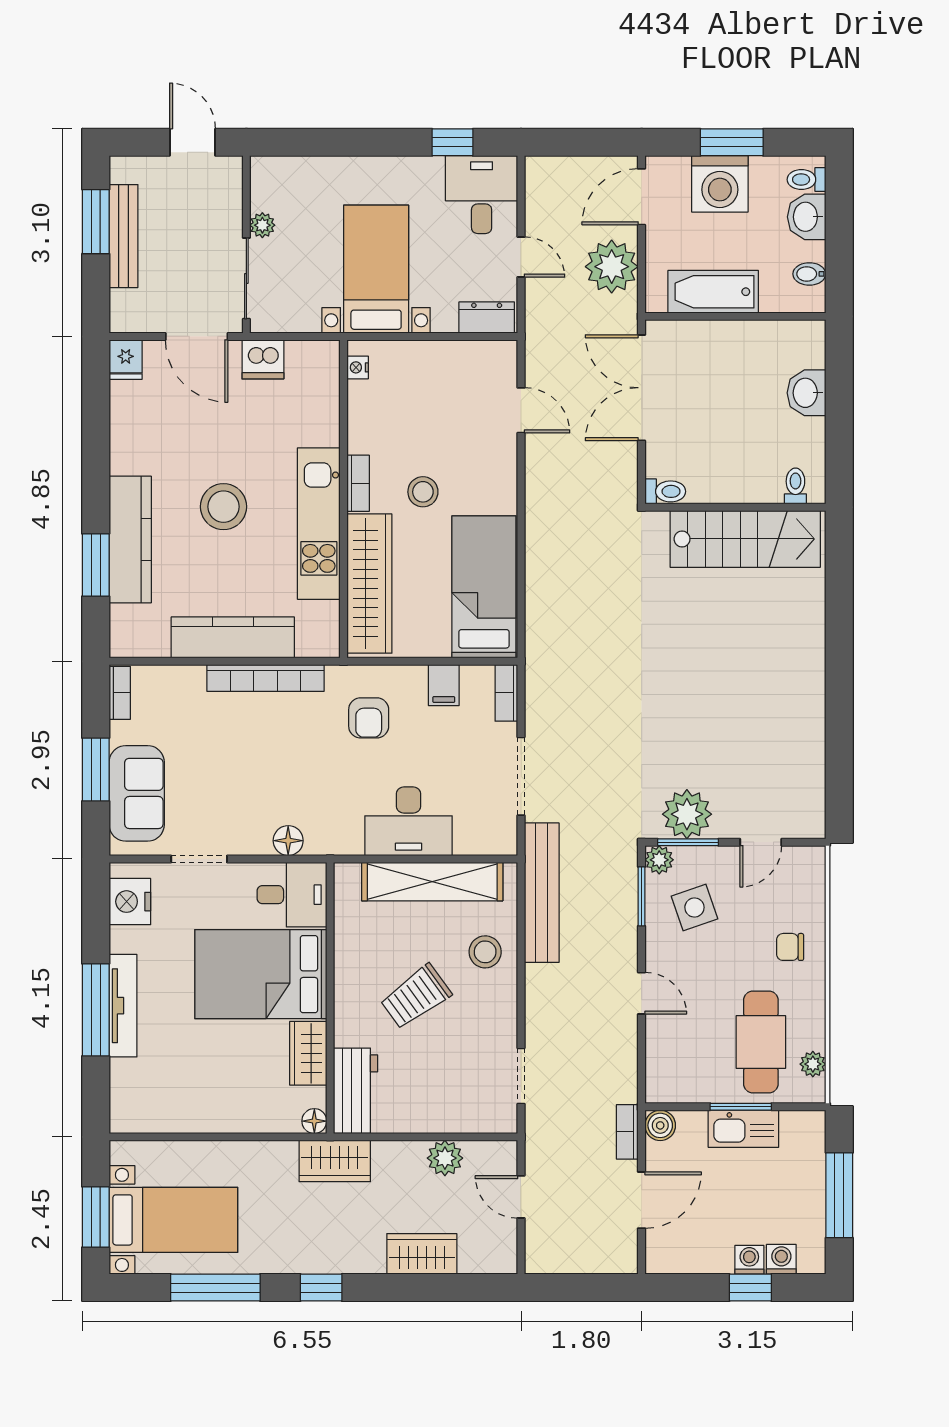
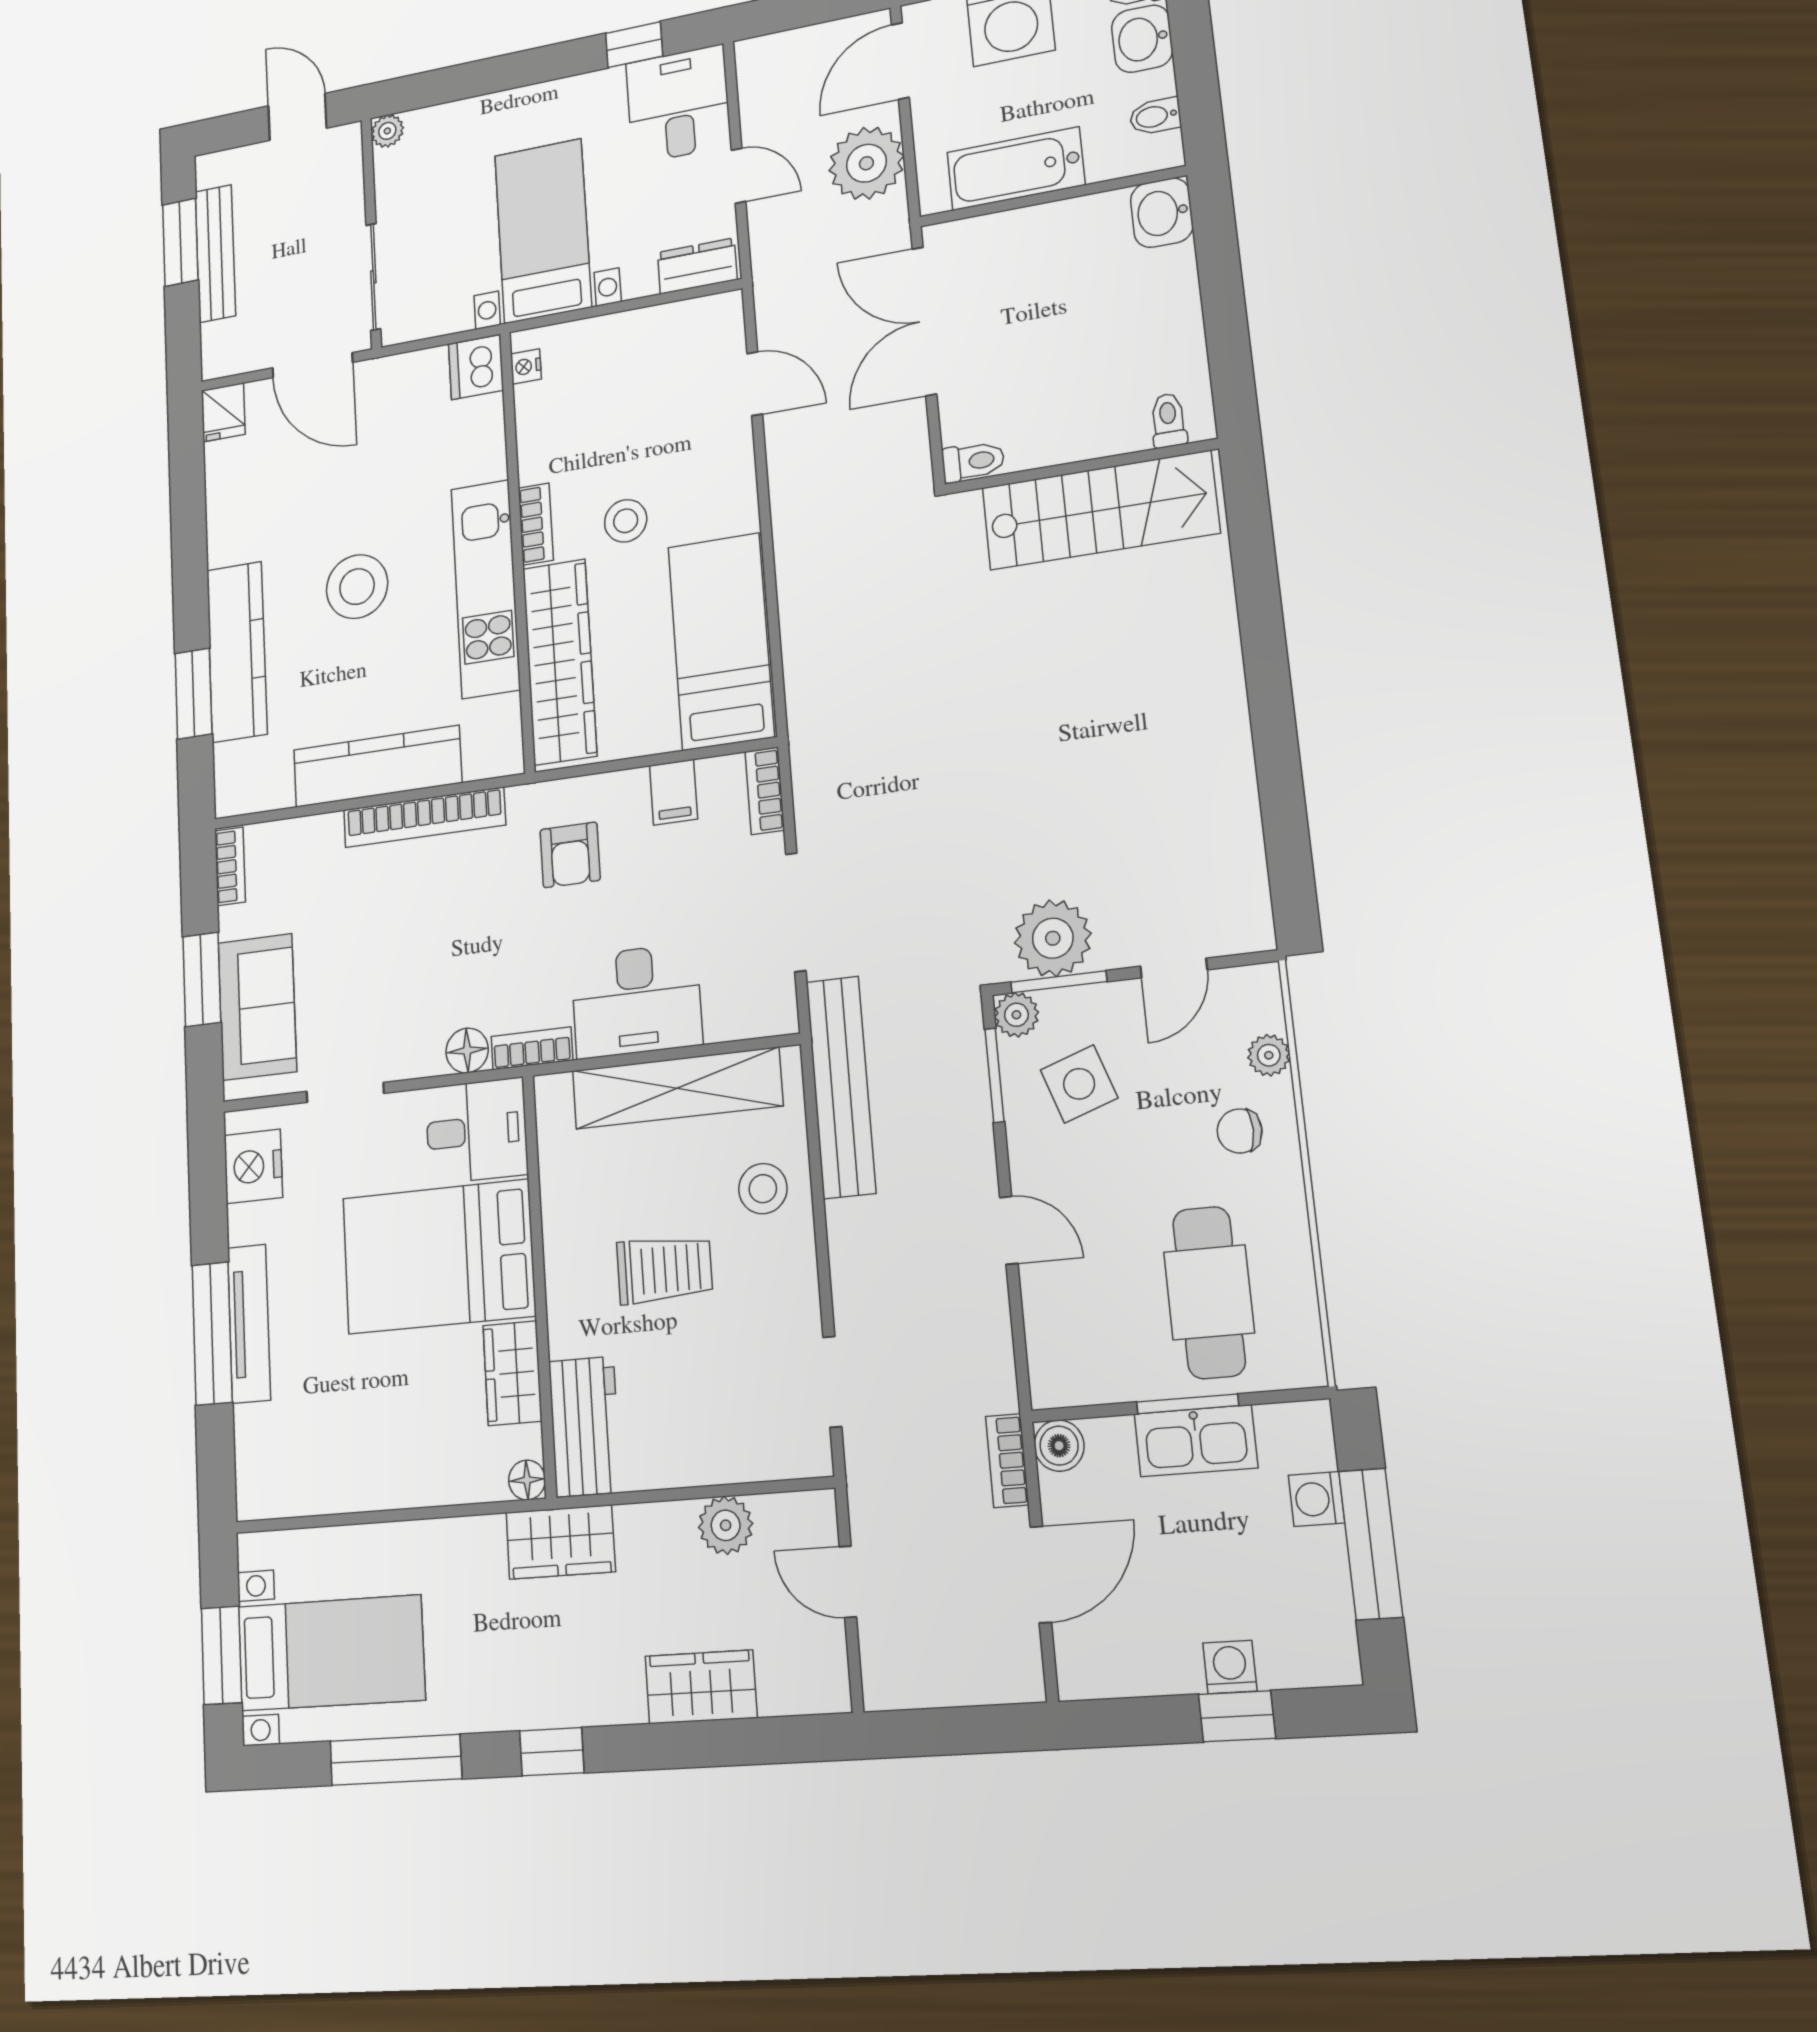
plant: (262, 225) -> (387, 131), moved
dishwasher: (263, 359) -> (476, 367), moved, turned 90
washbasin: (806, 393) -> (1162, 213), moved
bookcase: (334, 844) -> (532, 1048), added
trolley: (416, 997) -> (664, 1269), turned -144
plant: (813, 1064) -> (1269, 1055), moved
washing machine: (781, 1259) -> (1317, 1499), moved, turned -90

